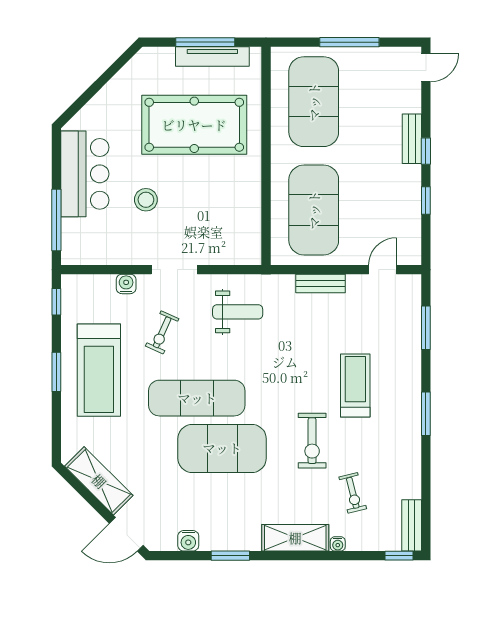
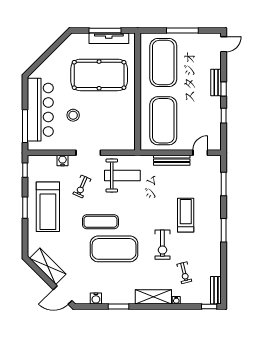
bar counter: (85, 174) -> (40, 110), width x1.36
bench: (320, 284) -> (172, 160), width x1.36
weight bench: (238, 312) -> (122, 175), width x1.36, depth x1.33
exercise mat: (197, 398) -> (100, 222), width x0.73, depth x0.69

